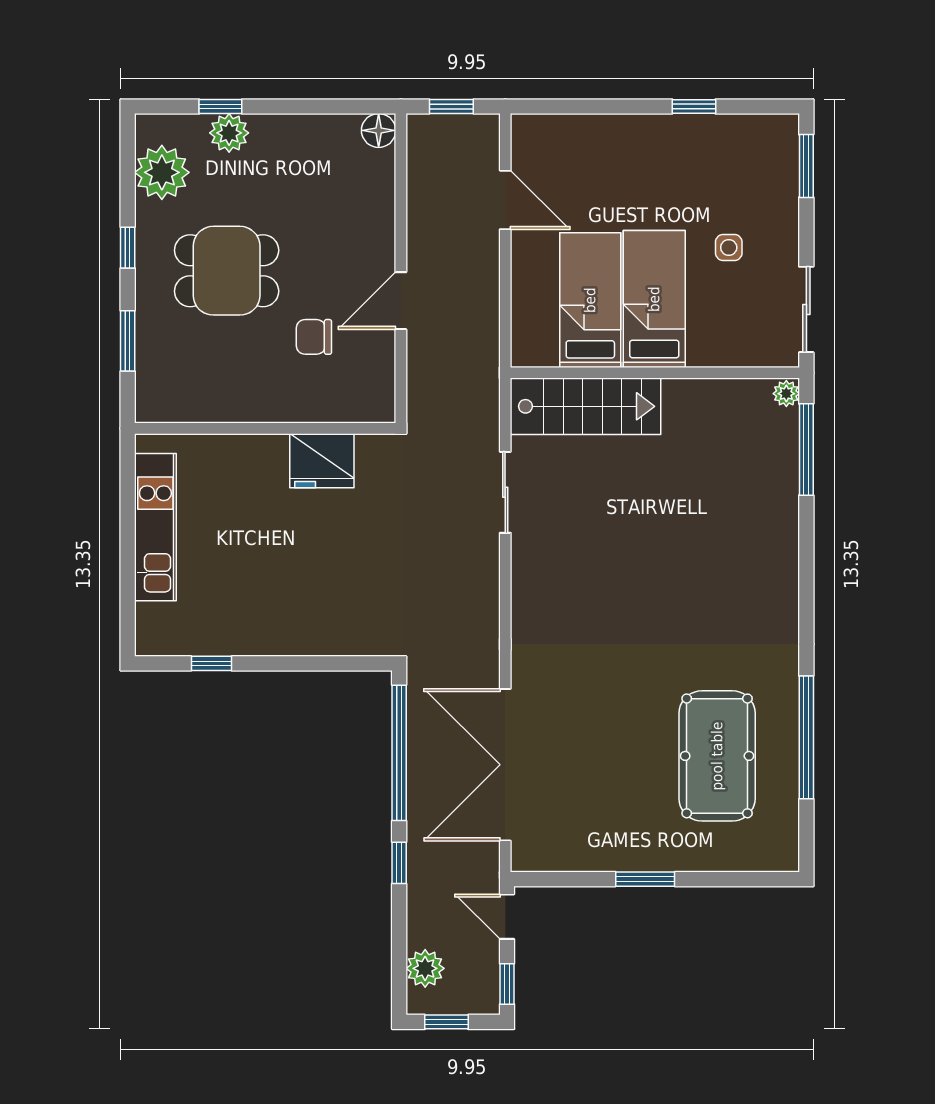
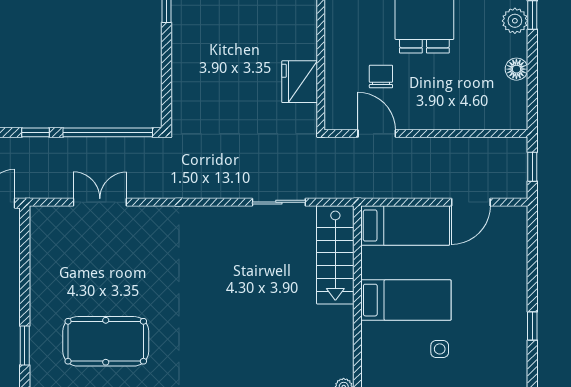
floor lamp: (379, 130) -> (516, 69), moved
bed: (590, 300) -> (405, 225), moved
door: (401, 301) -> (377, 134), moved
double door: (505, 765) -> (100, 202), width x0.54
window: (645, 879) -> (25, 345), moved

